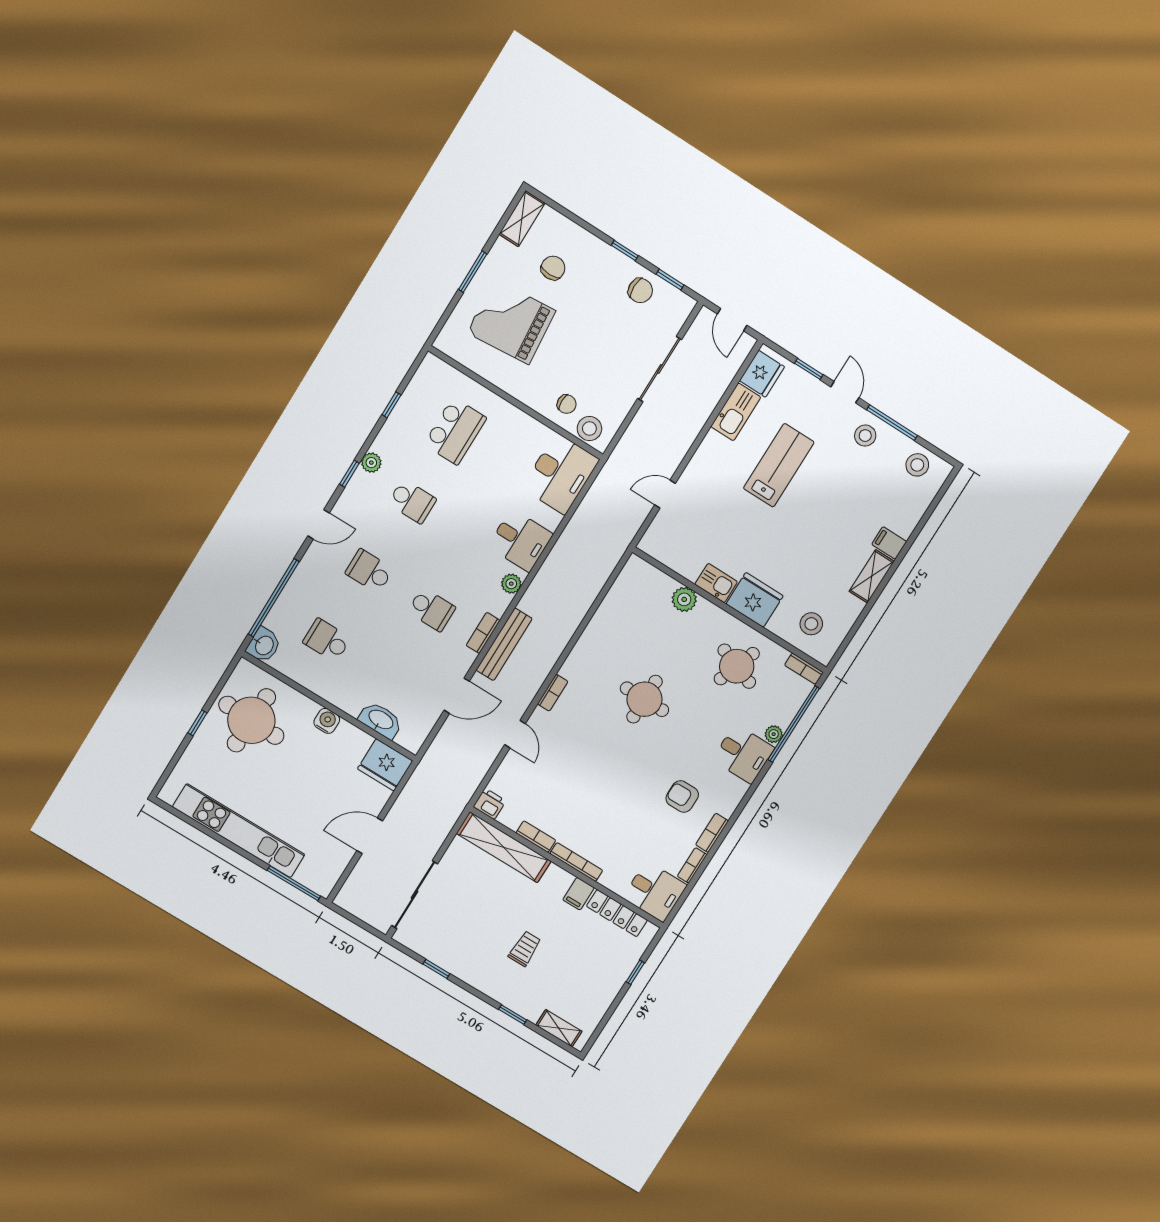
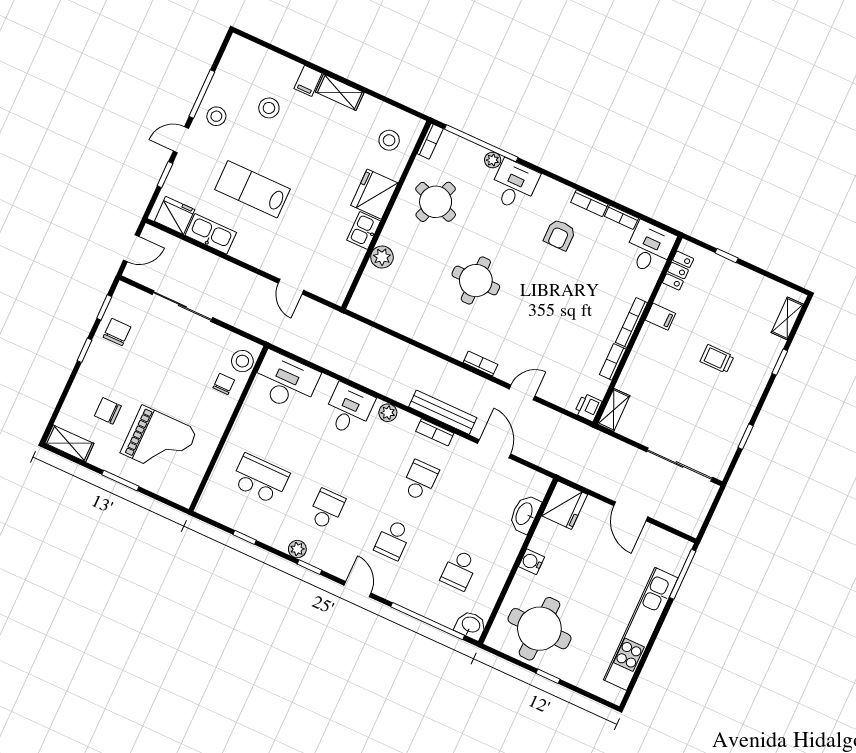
grand piano: (511, 322) -> (159, 441), turned -85
stool: (917, 465) -> (269, 108), moved
shelving: (504, 847) -> (614, 410), width x0.45, depth x0.75
locker: (617, 913) -> (678, 271), width x0.66

